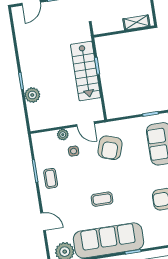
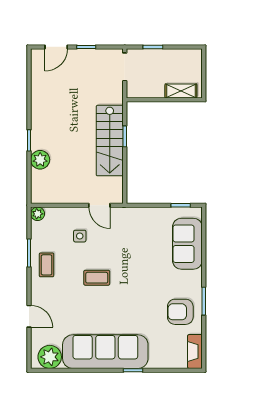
plant: (63, 135) -> (38, 214), moved
armchair: (110, 148) -> (125, 239), removed
coffee table: (102, 199) -> (97, 278), moved

